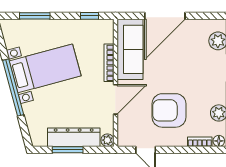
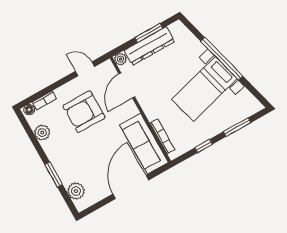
window: (90, 16) -> (204, 146), moved
bookcase: (109, 63) -> (162, 136), moved
door: (115, 99) -> (127, 85), moved
armchair: (169, 110) -> (84, 112), turned 180

